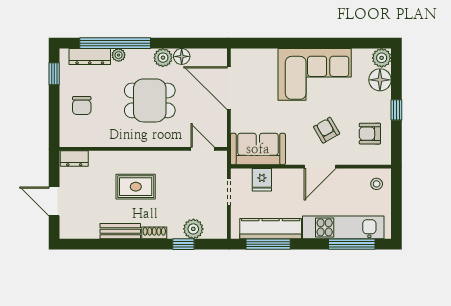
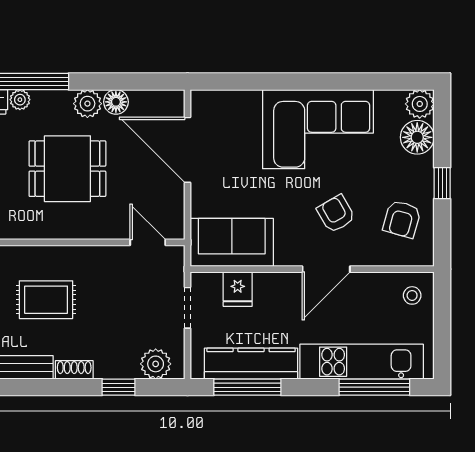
armchair: (370, 134) -> (402, 219), turned -74
plant: (193, 229) -> (156, 364), moved

